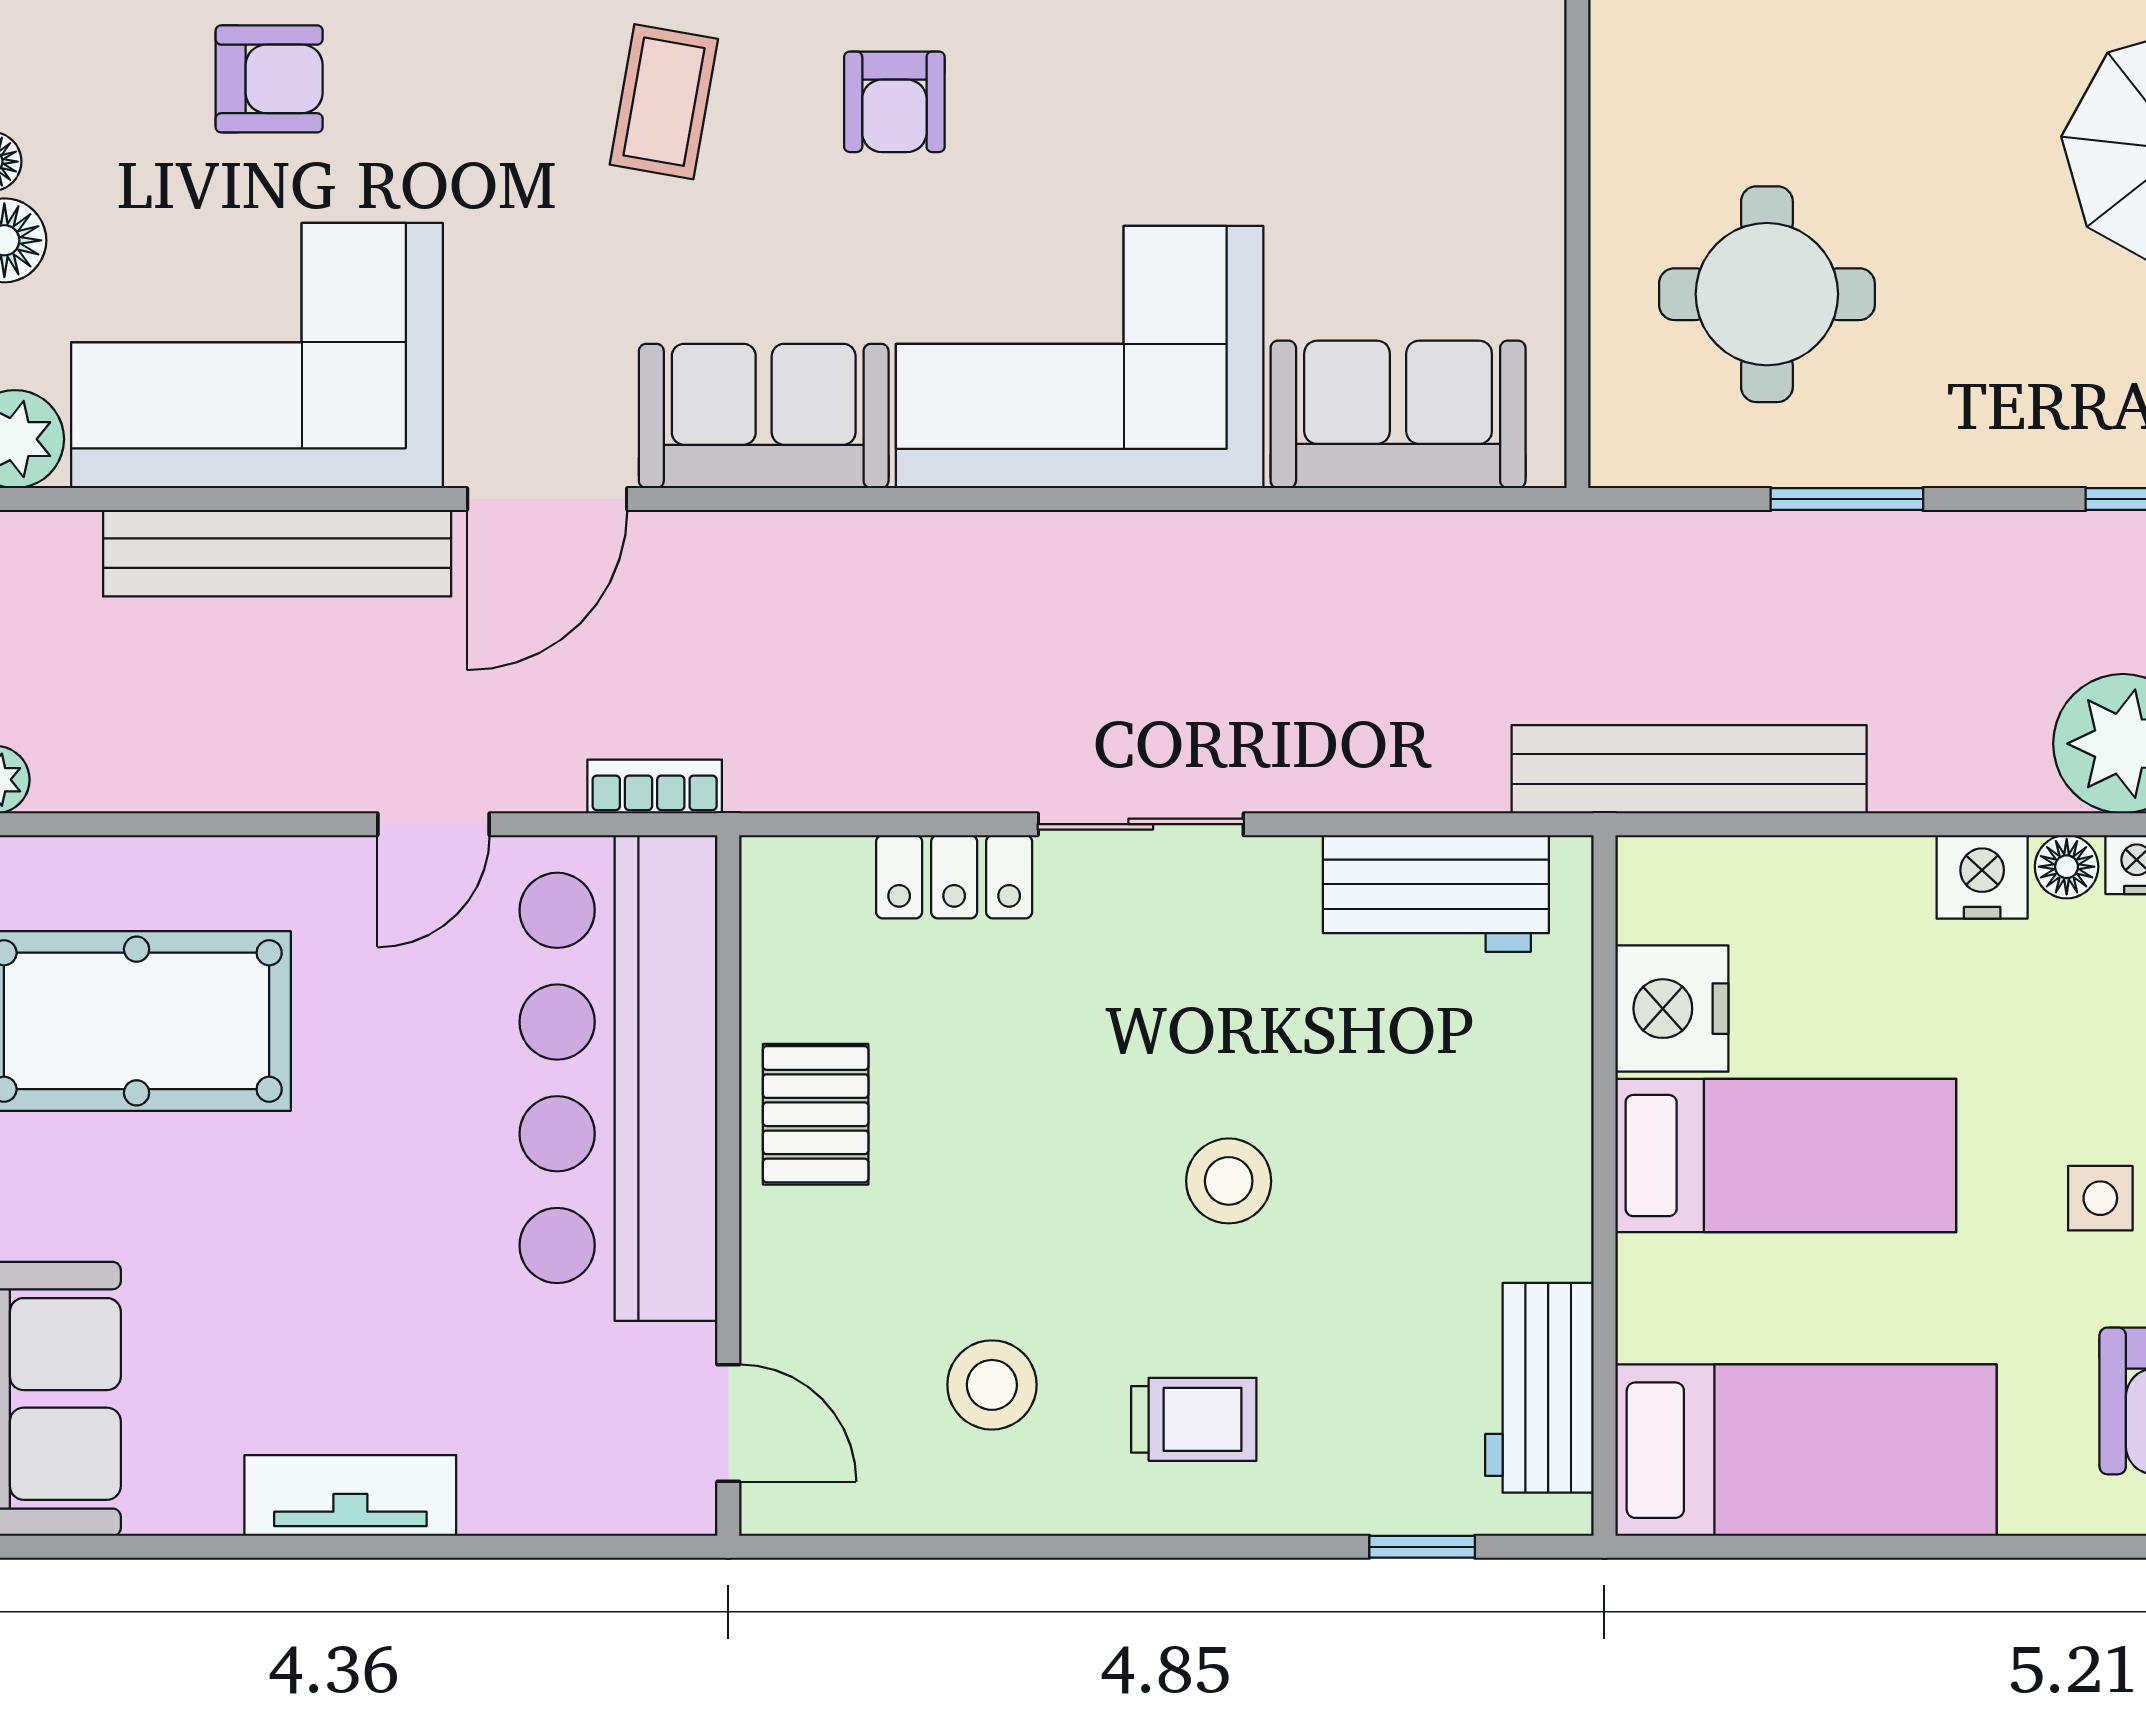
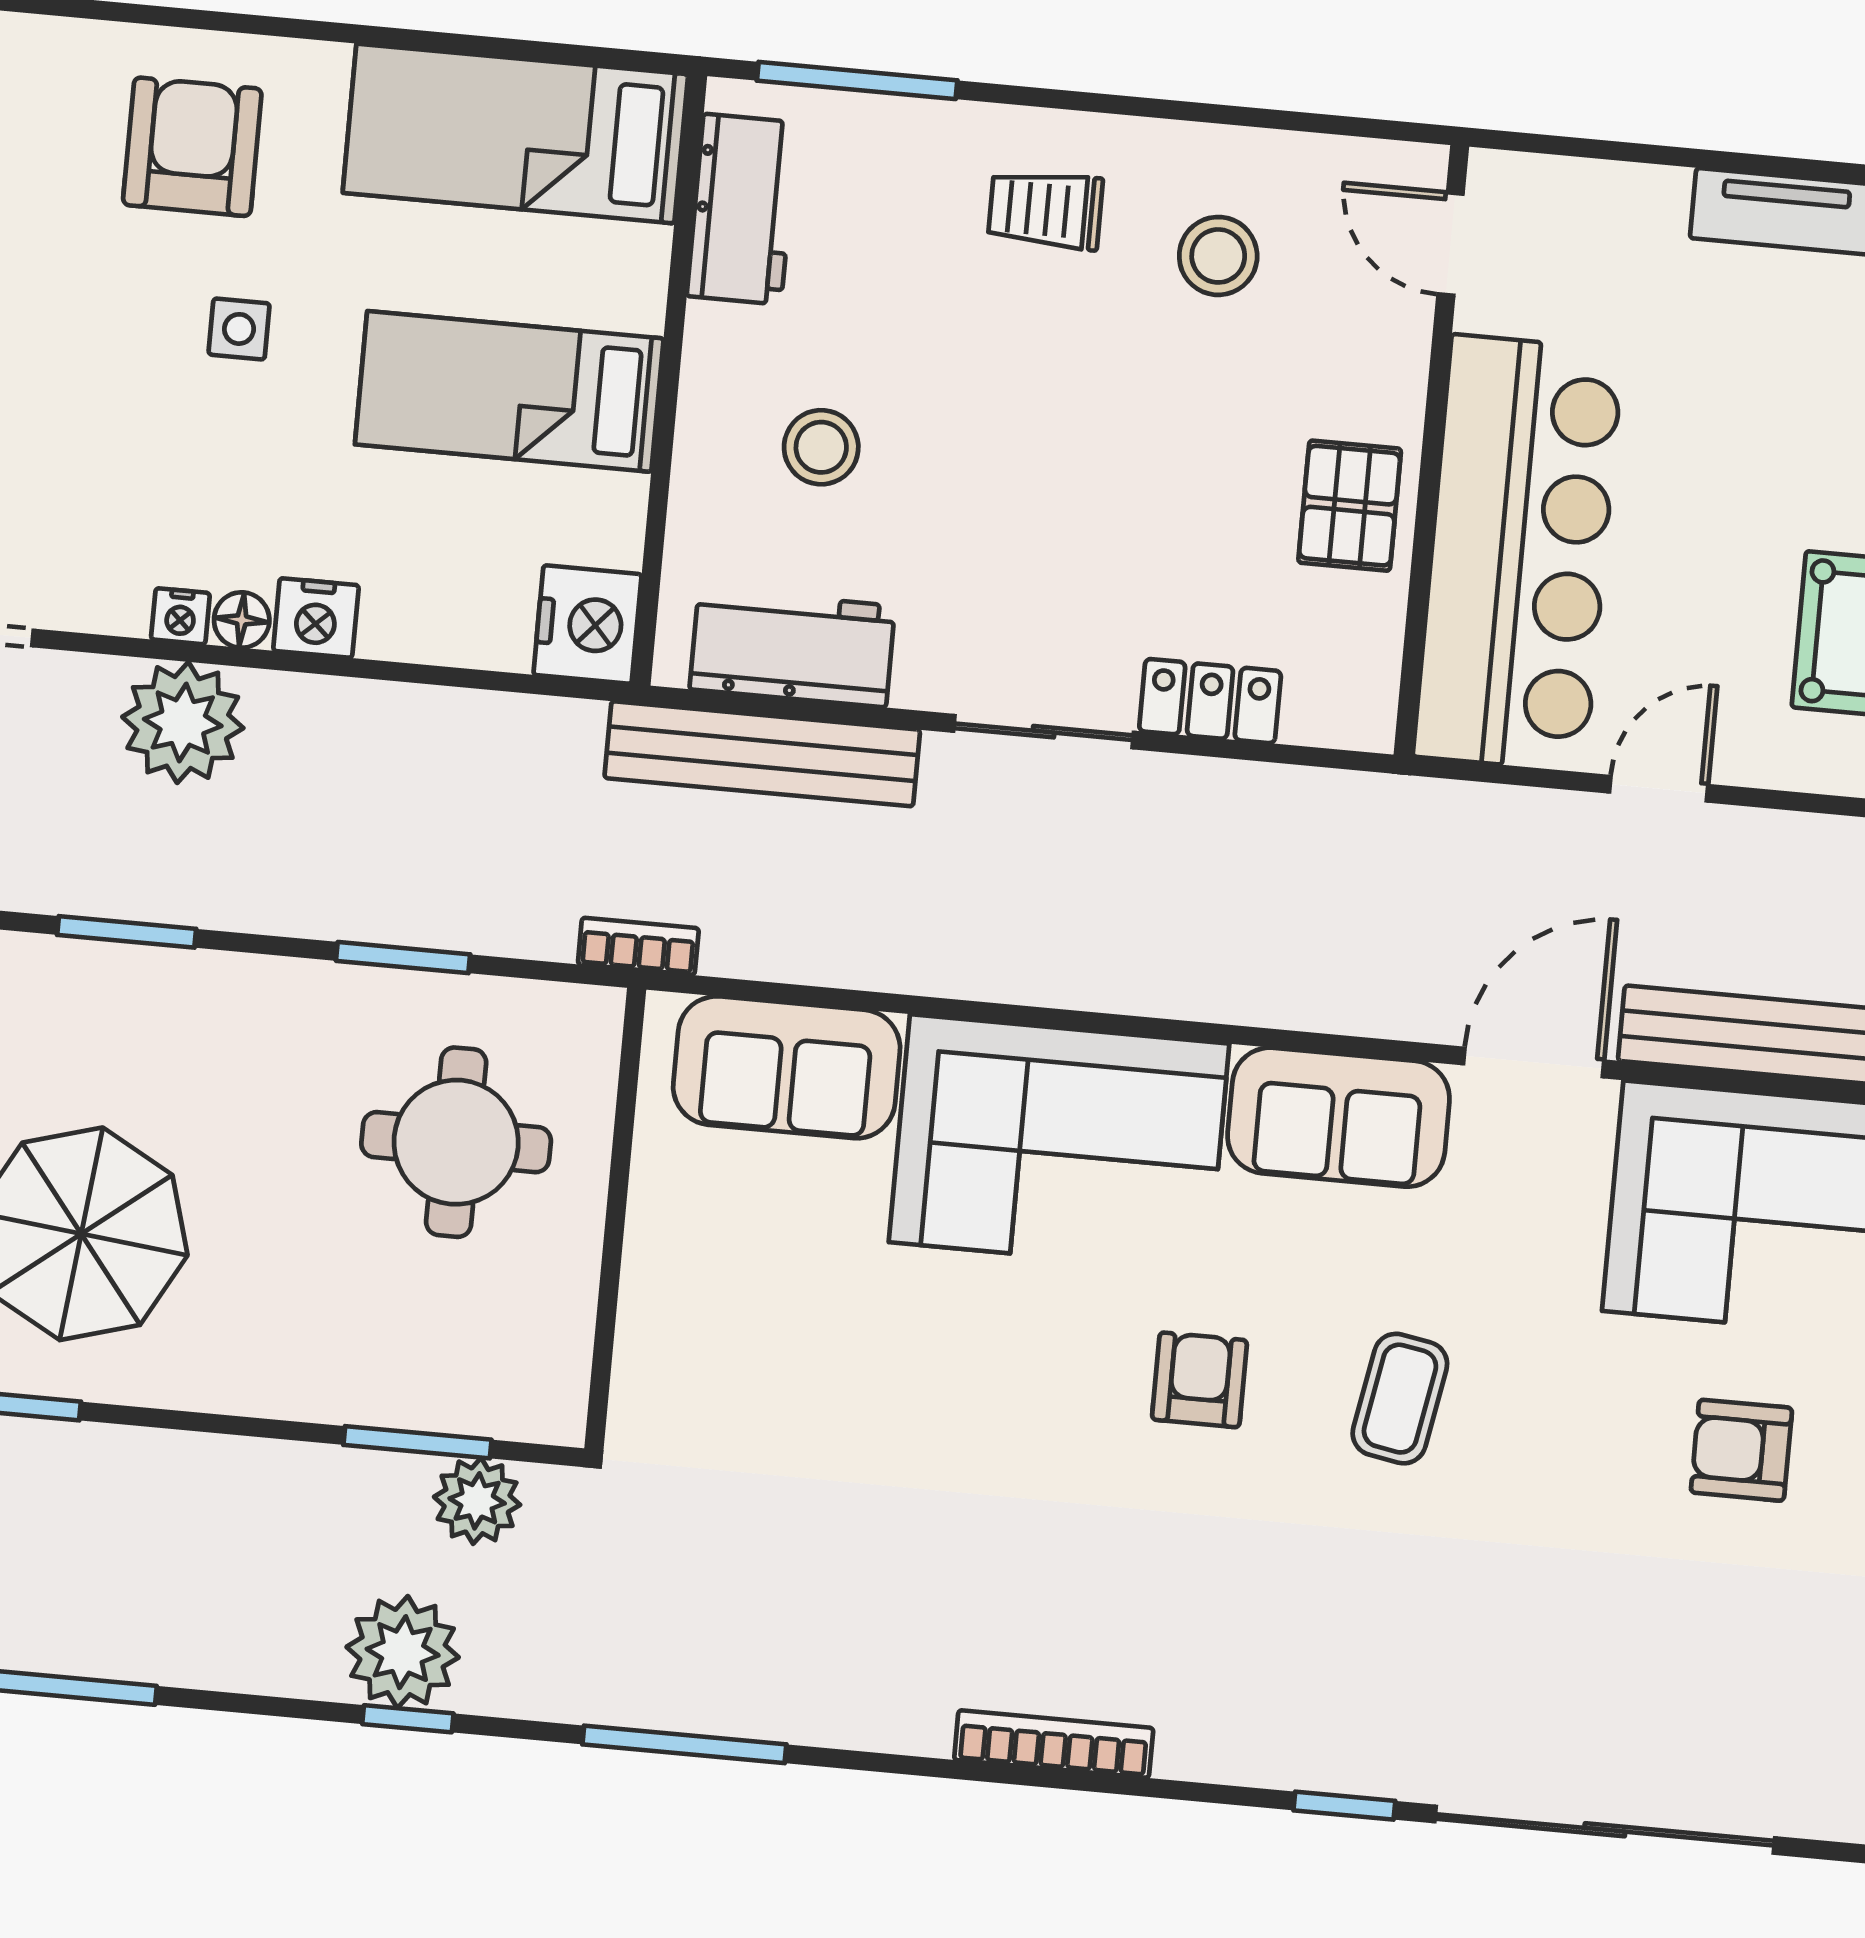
bench: (1689, 769) -> (762, 754), moved
bookcase: (655, 786) -> (638, 946), moved, turned 180
nightstand: (1672, 1009) -> (587, 625), moved
stool: (1229, 1181) -> (821, 447), moved
window: (1422, 1547) -> (857, 80), width x2.17

